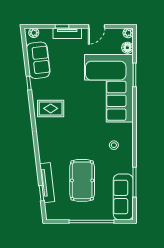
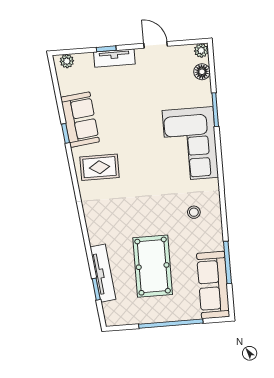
door: (97, 26) -> (156, 45), swing flipped
sofa: (38, 60) -> (80, 120), moved
corner sofa: (109, 88) -> (190, 144), width x0.73, depth x0.74

